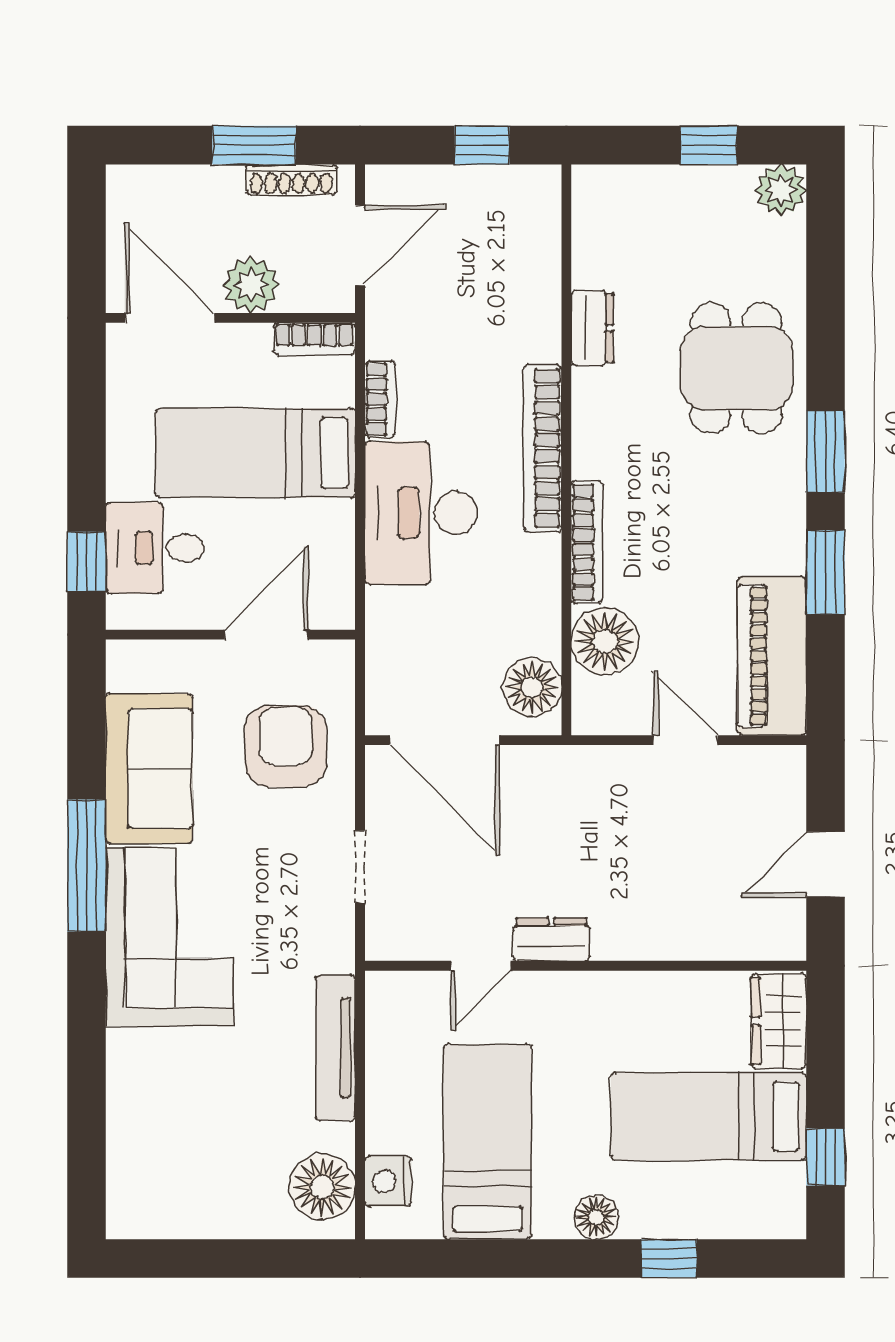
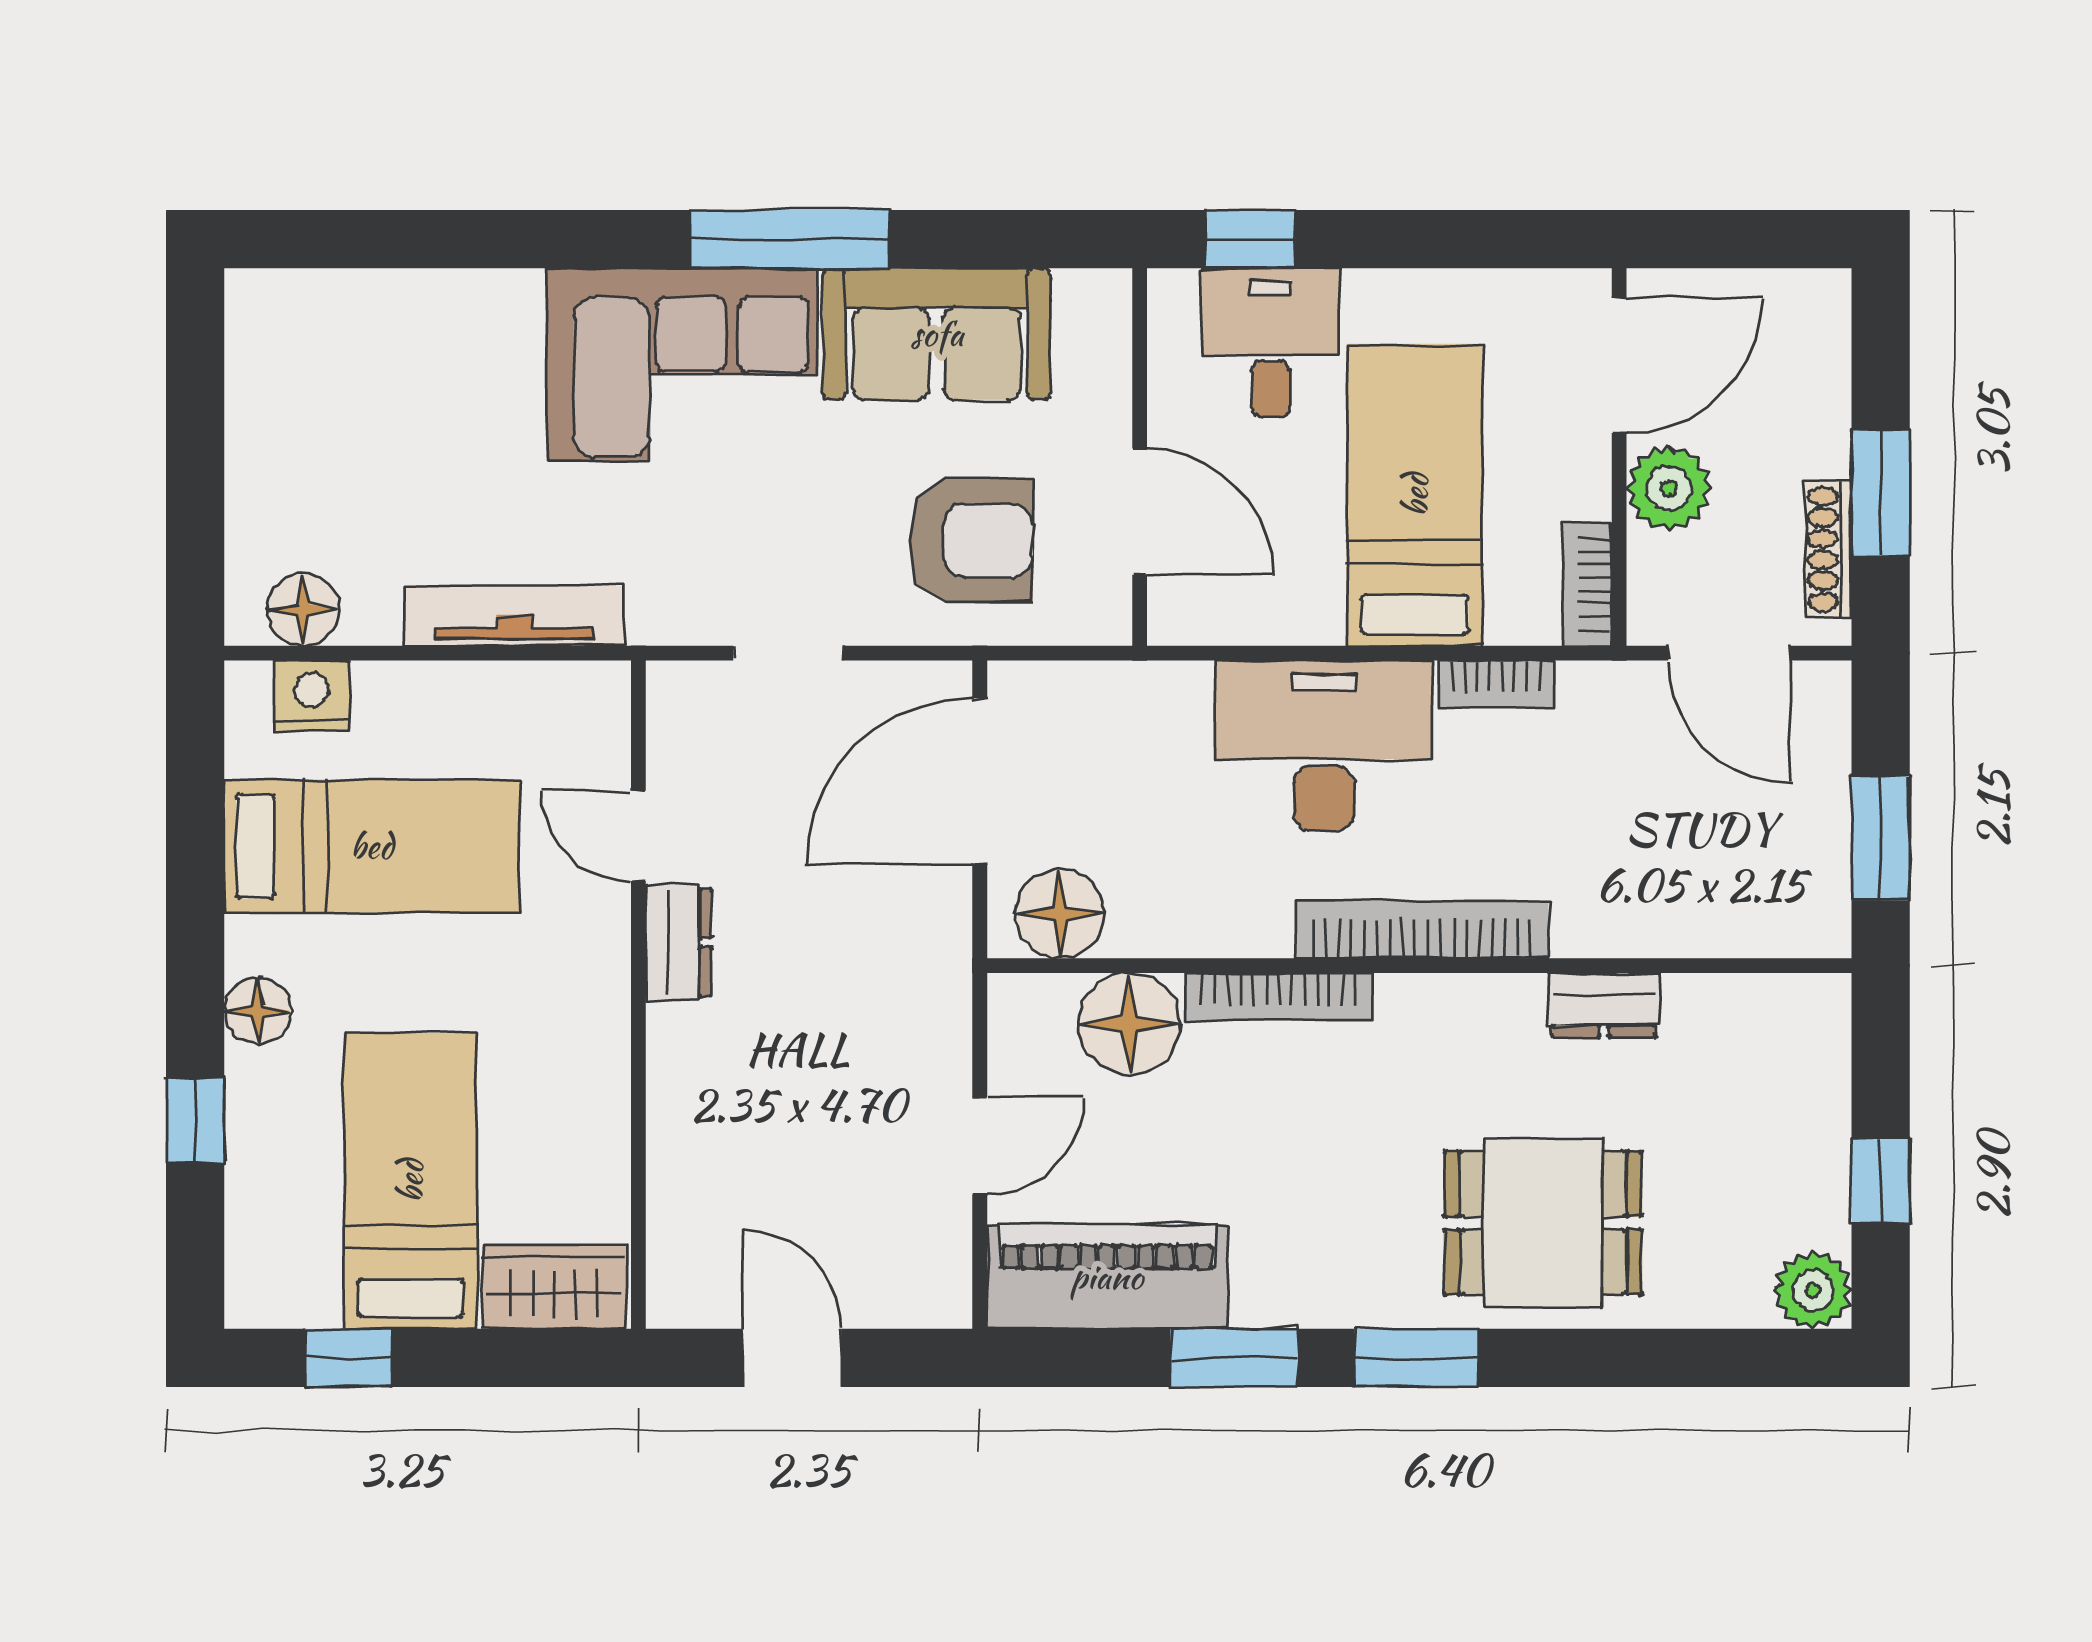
window: (482, 145) -> (1881, 838), width x1.50
floor lamp: (322, 1187) -> (303, 610), width x0.73, depth x0.73

